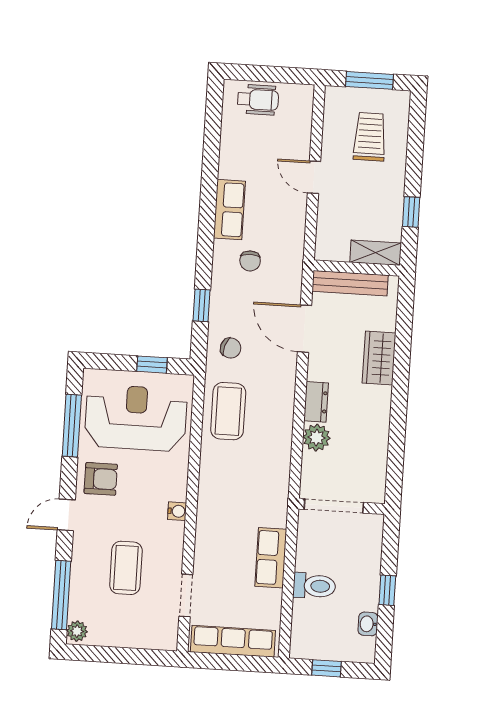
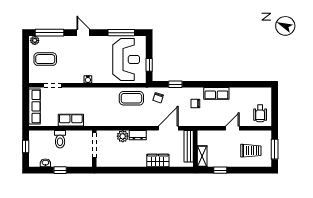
wheelchair: (258, 100) -> (260, 113), moved
armchair: (101, 479) -> (100, 46), removed
coffee table: (126, 568) -> (45, 59), moved

